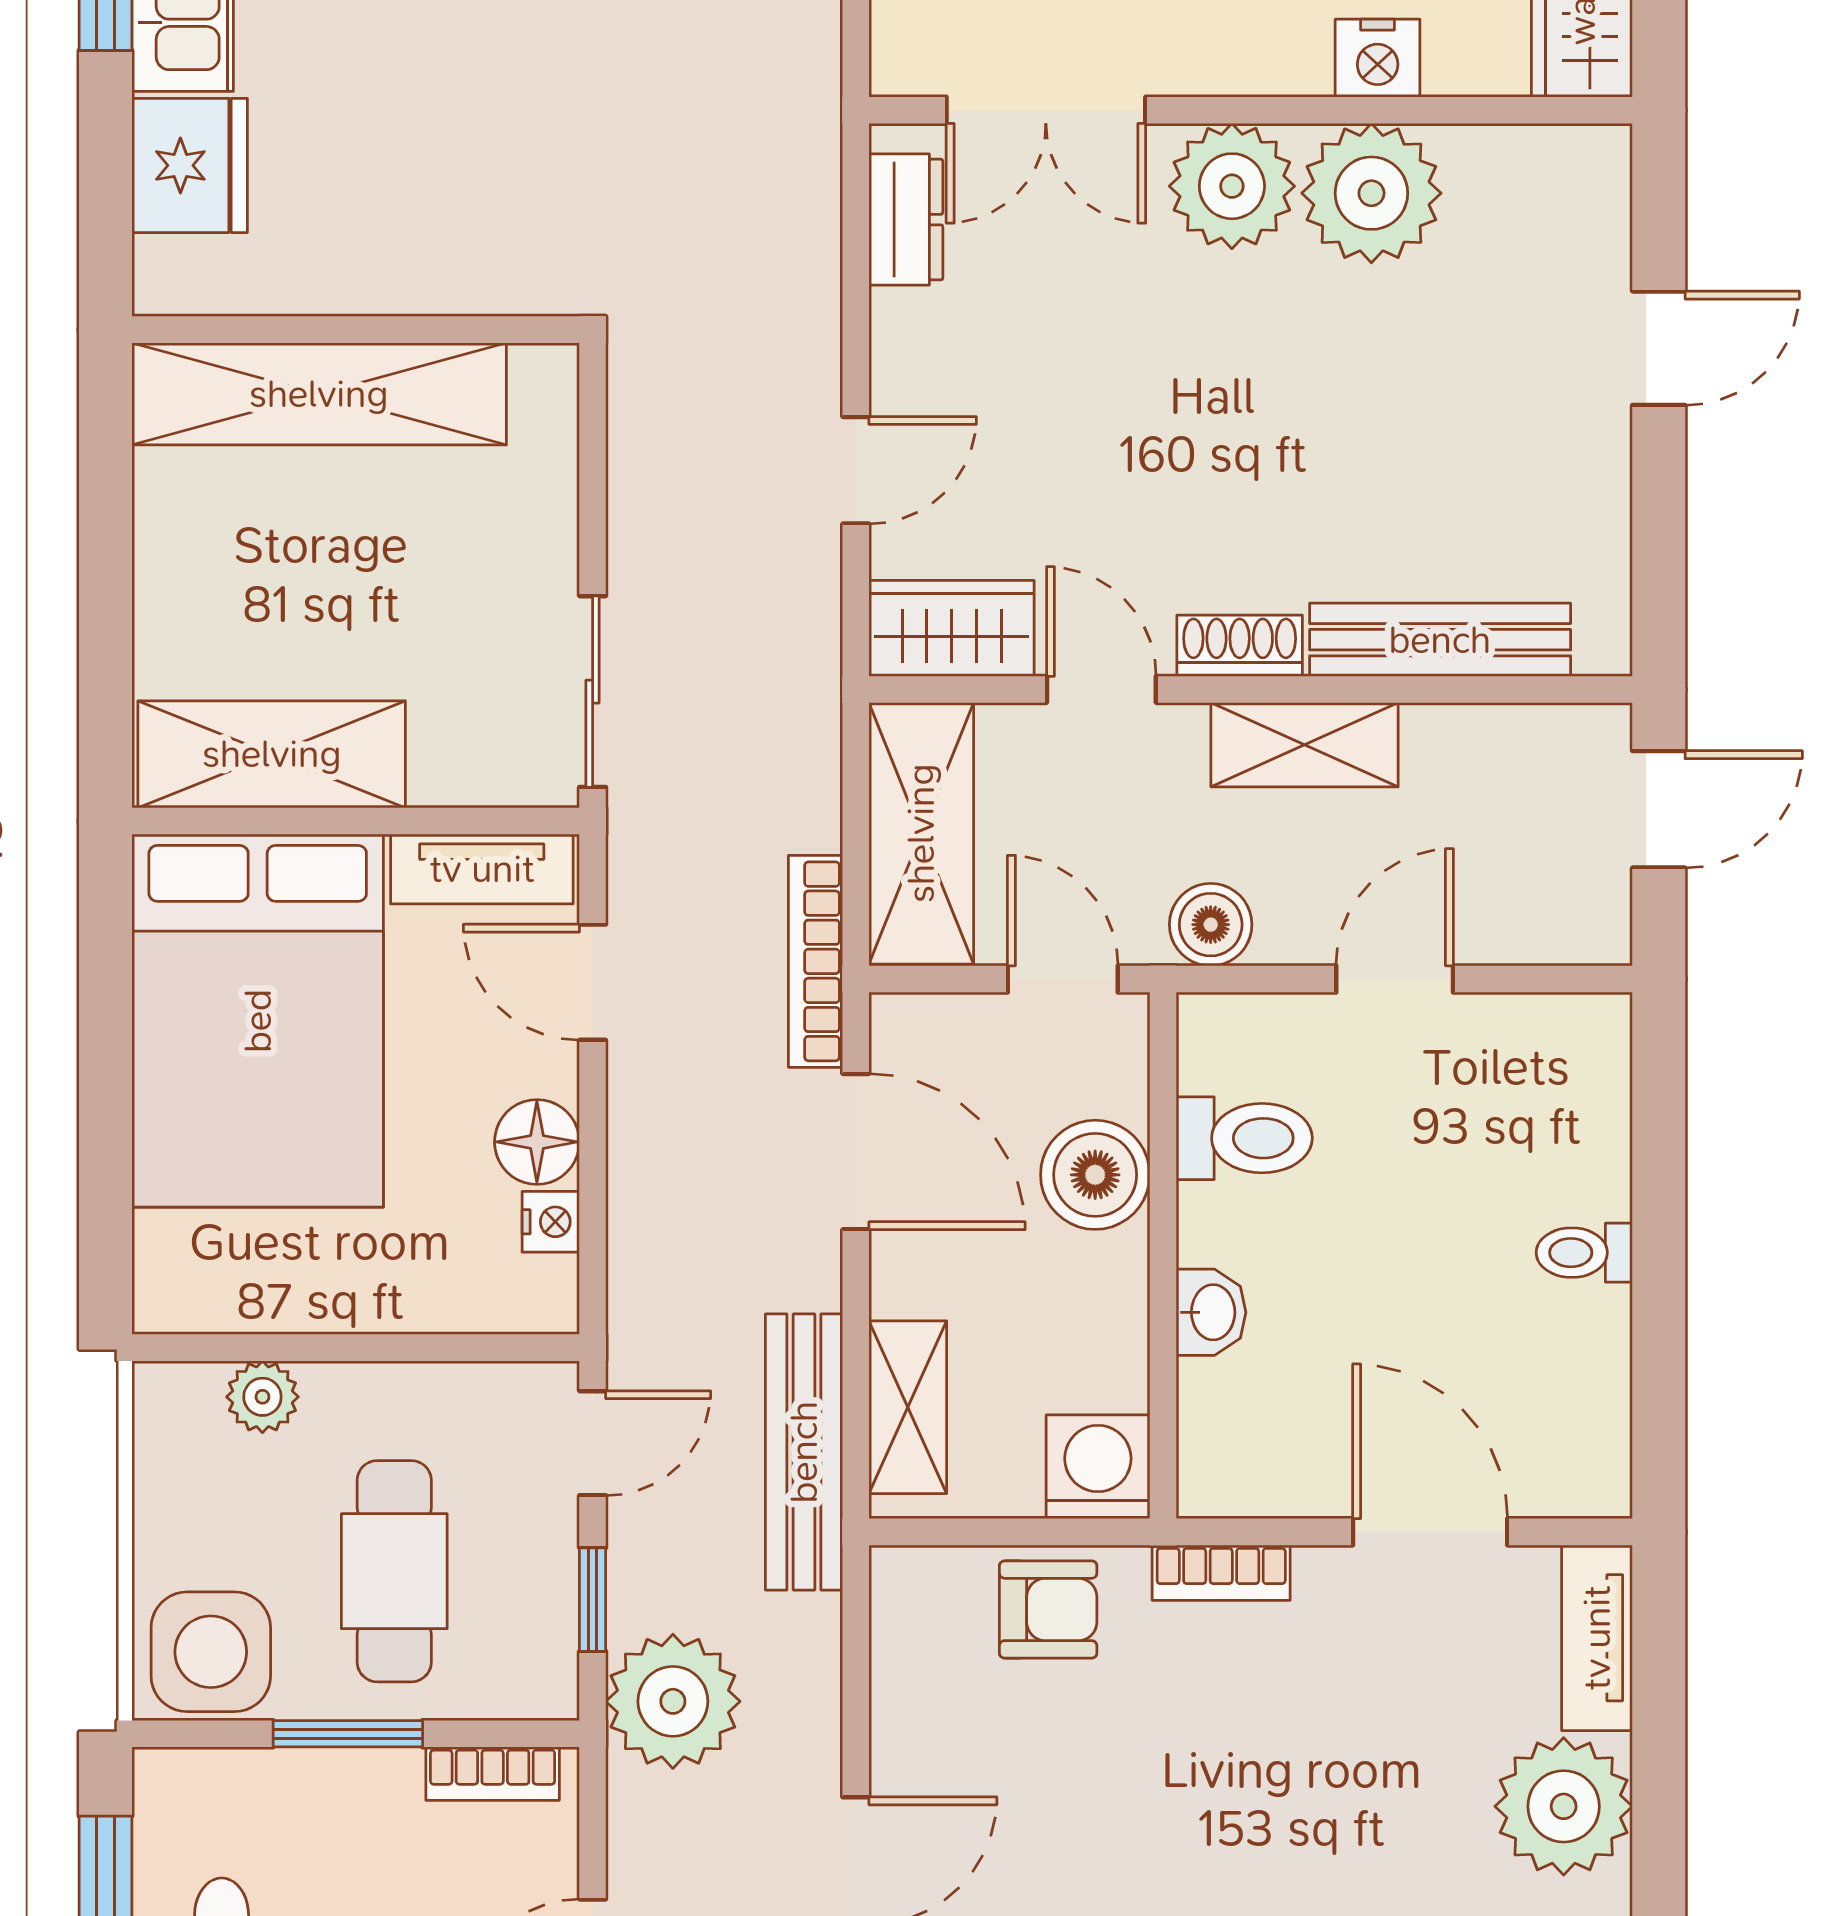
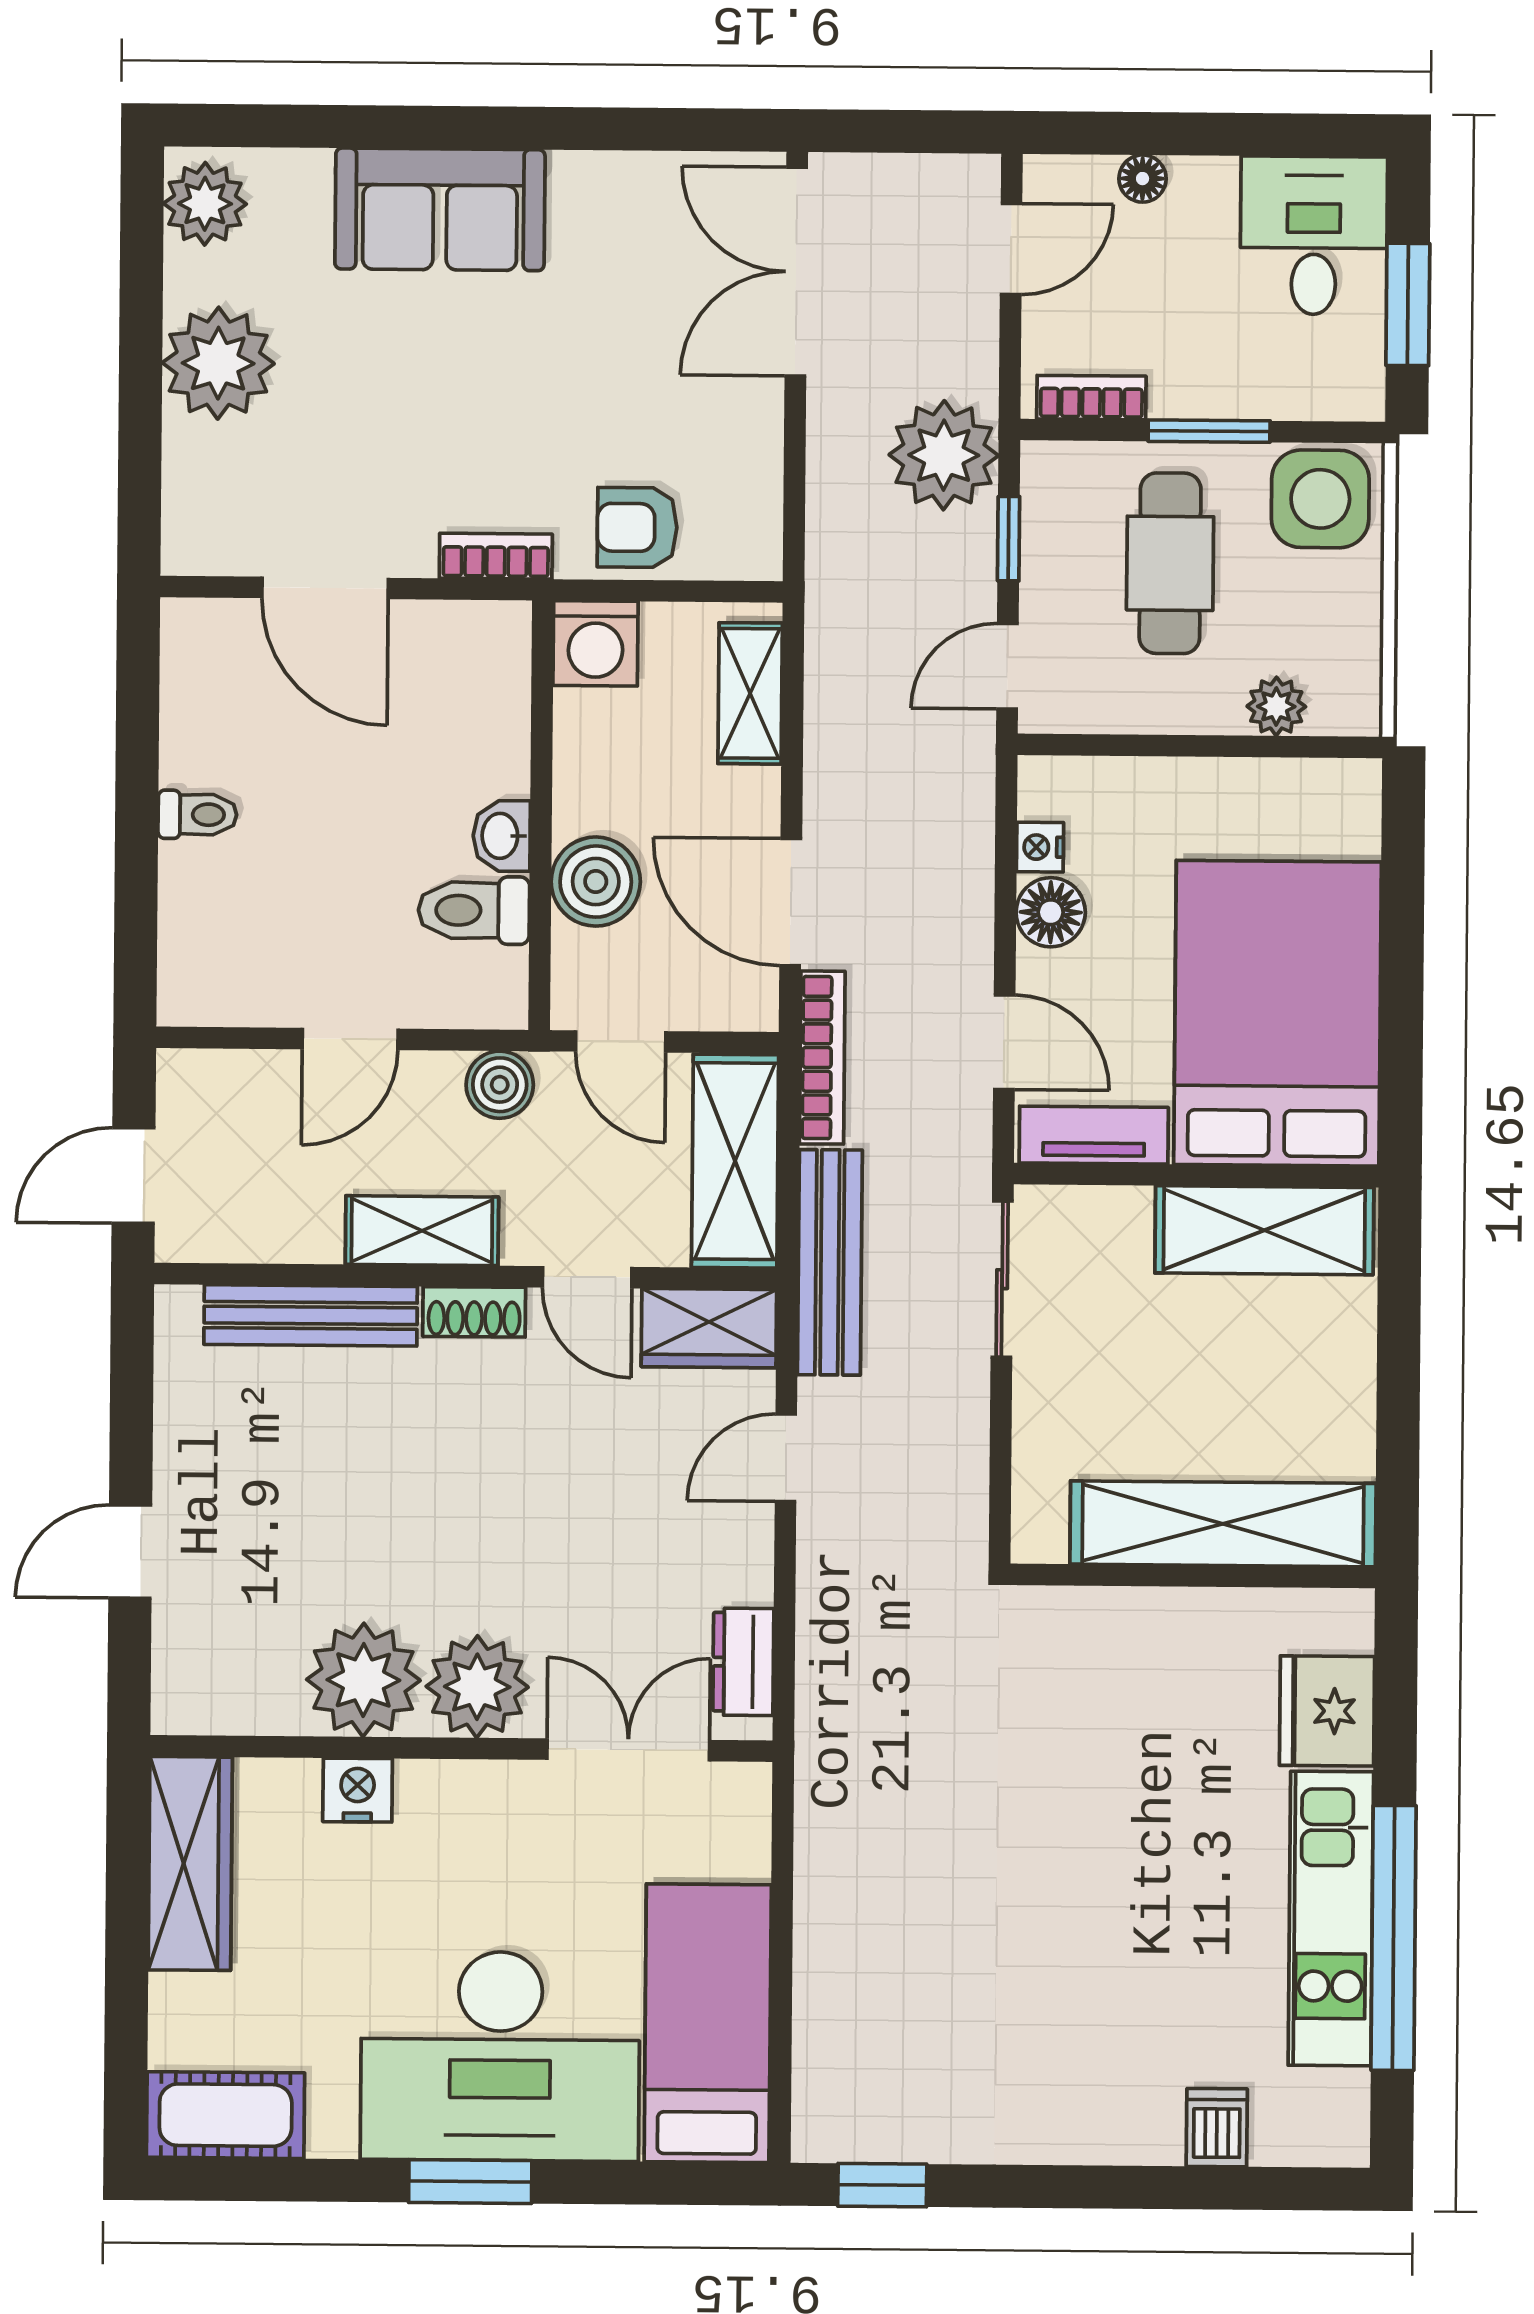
washbasin: (1211, 1312) -> (502, 836), moved
bench: (804, 1452) -> (830, 1262), moved
tv unit: (1597, 1638) -> (190, 500), removed

